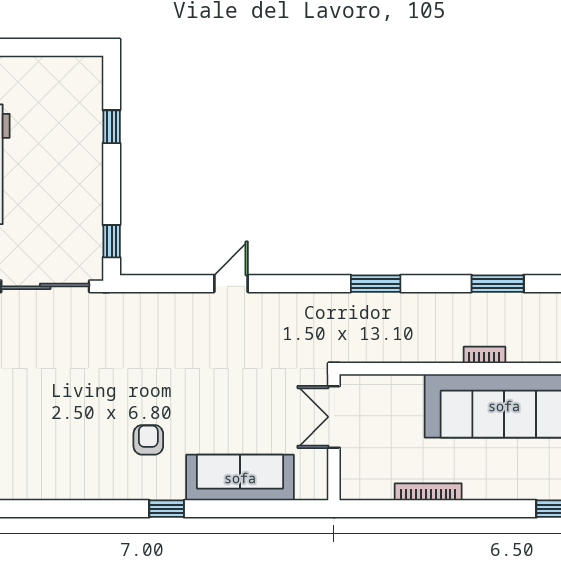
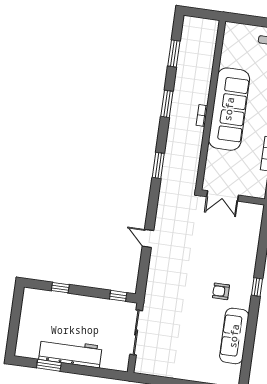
sofa: (240, 478) -> (234, 336), moved

